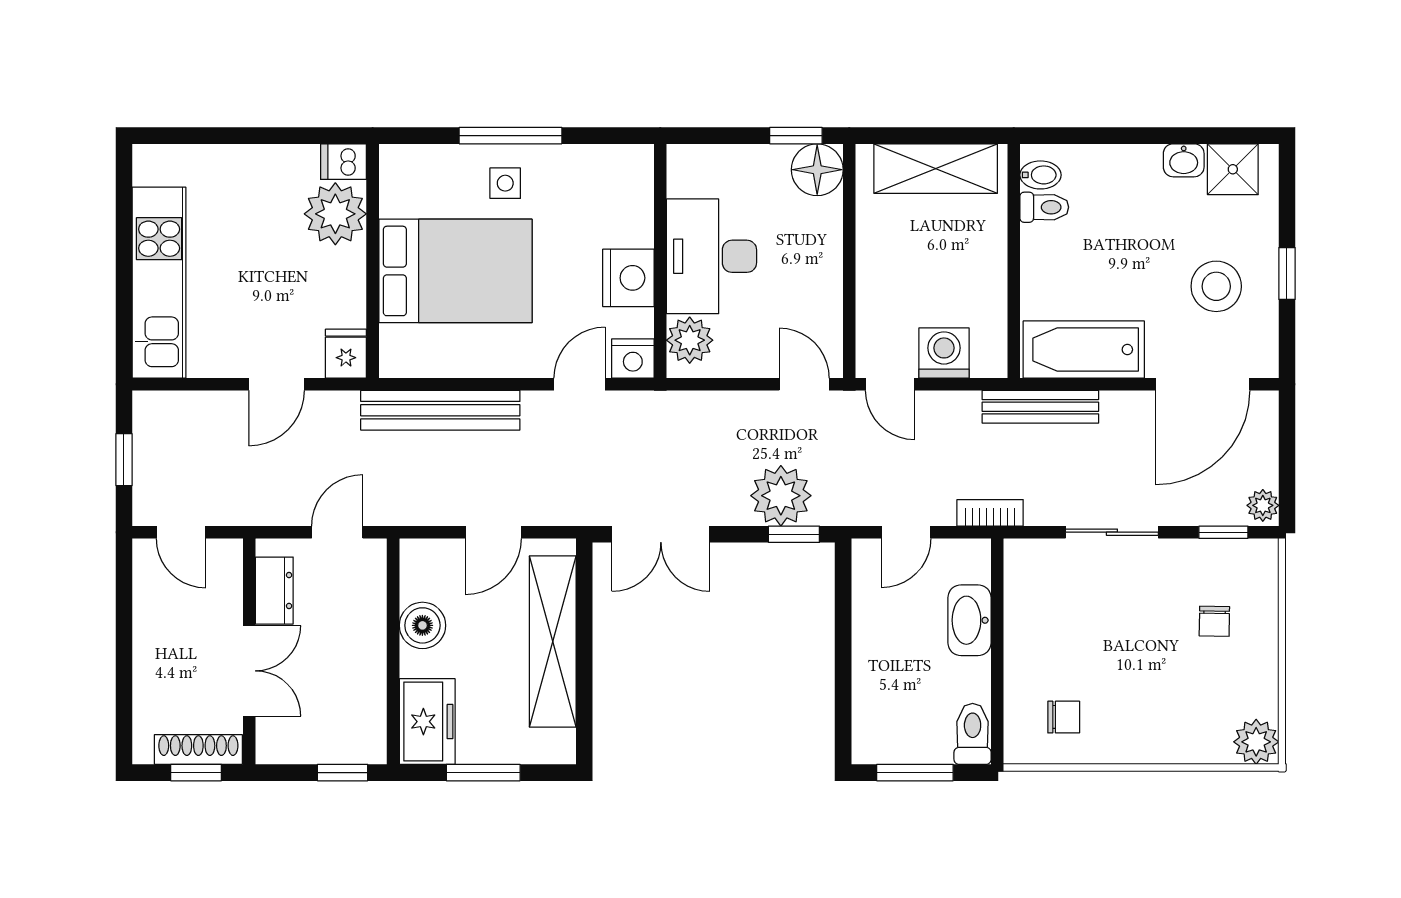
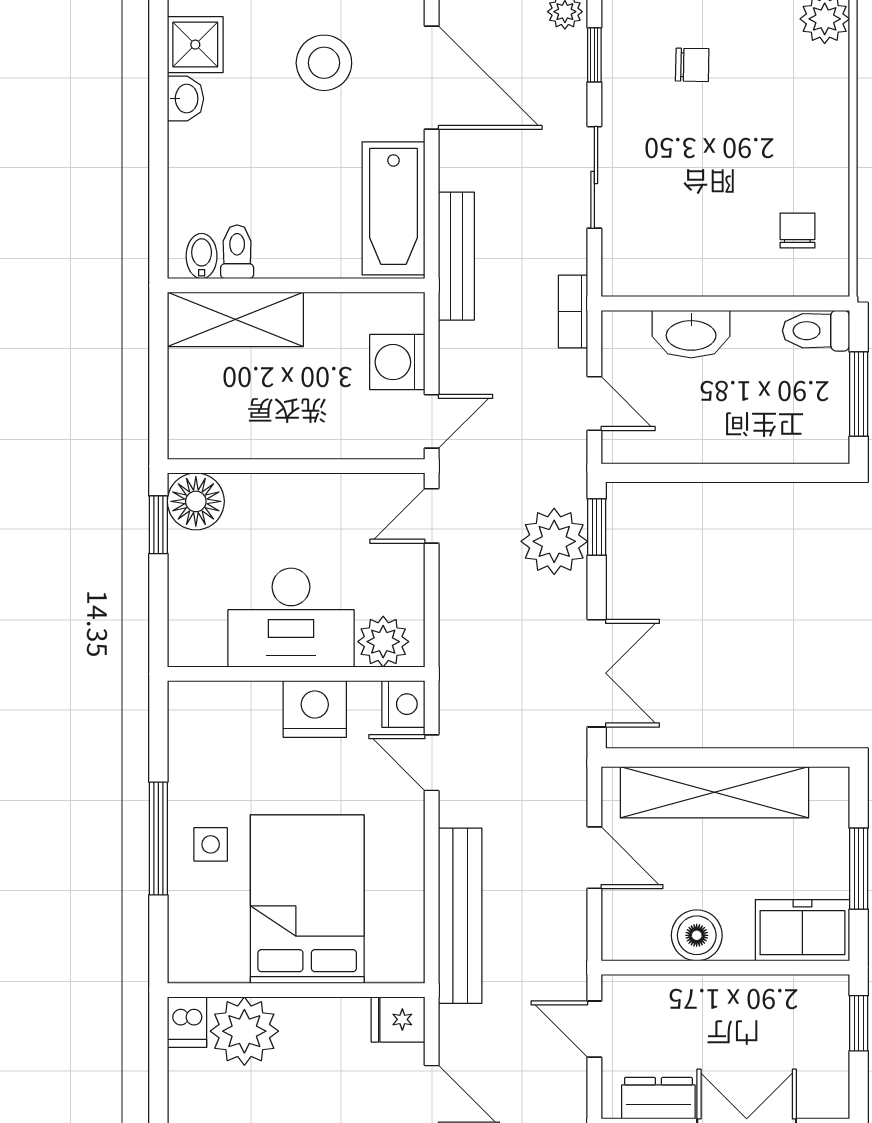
shelving: (936, 169) -> (235, 319), moved, turned 90

